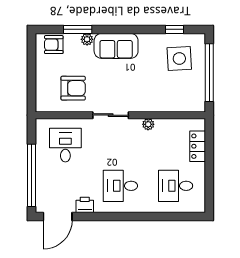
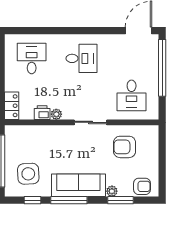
window: (135, 29) -> (69, 200), added
sofa: (116, 46) -> (78, 185), width x1.36
locker: (198, 146) -> (12, 106), moved
desk: (176, 186) -> (32, 58), turned -90
printer: (85, 205) -> (42, 113), moved, turned 180

